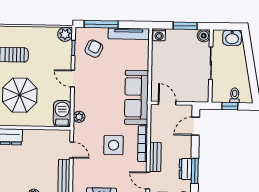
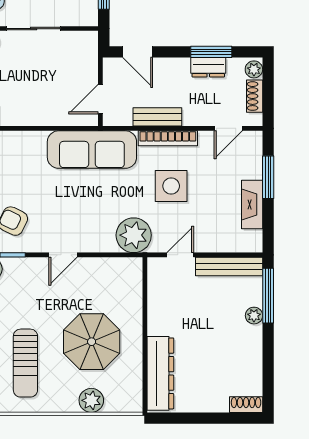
barbecue: (62, 114) -> (121, 271), removed
plant: (79, 117) -> (134, 235), width x1.87, depth x1.87
bench: (155, 157) -> (157, 117), moved

